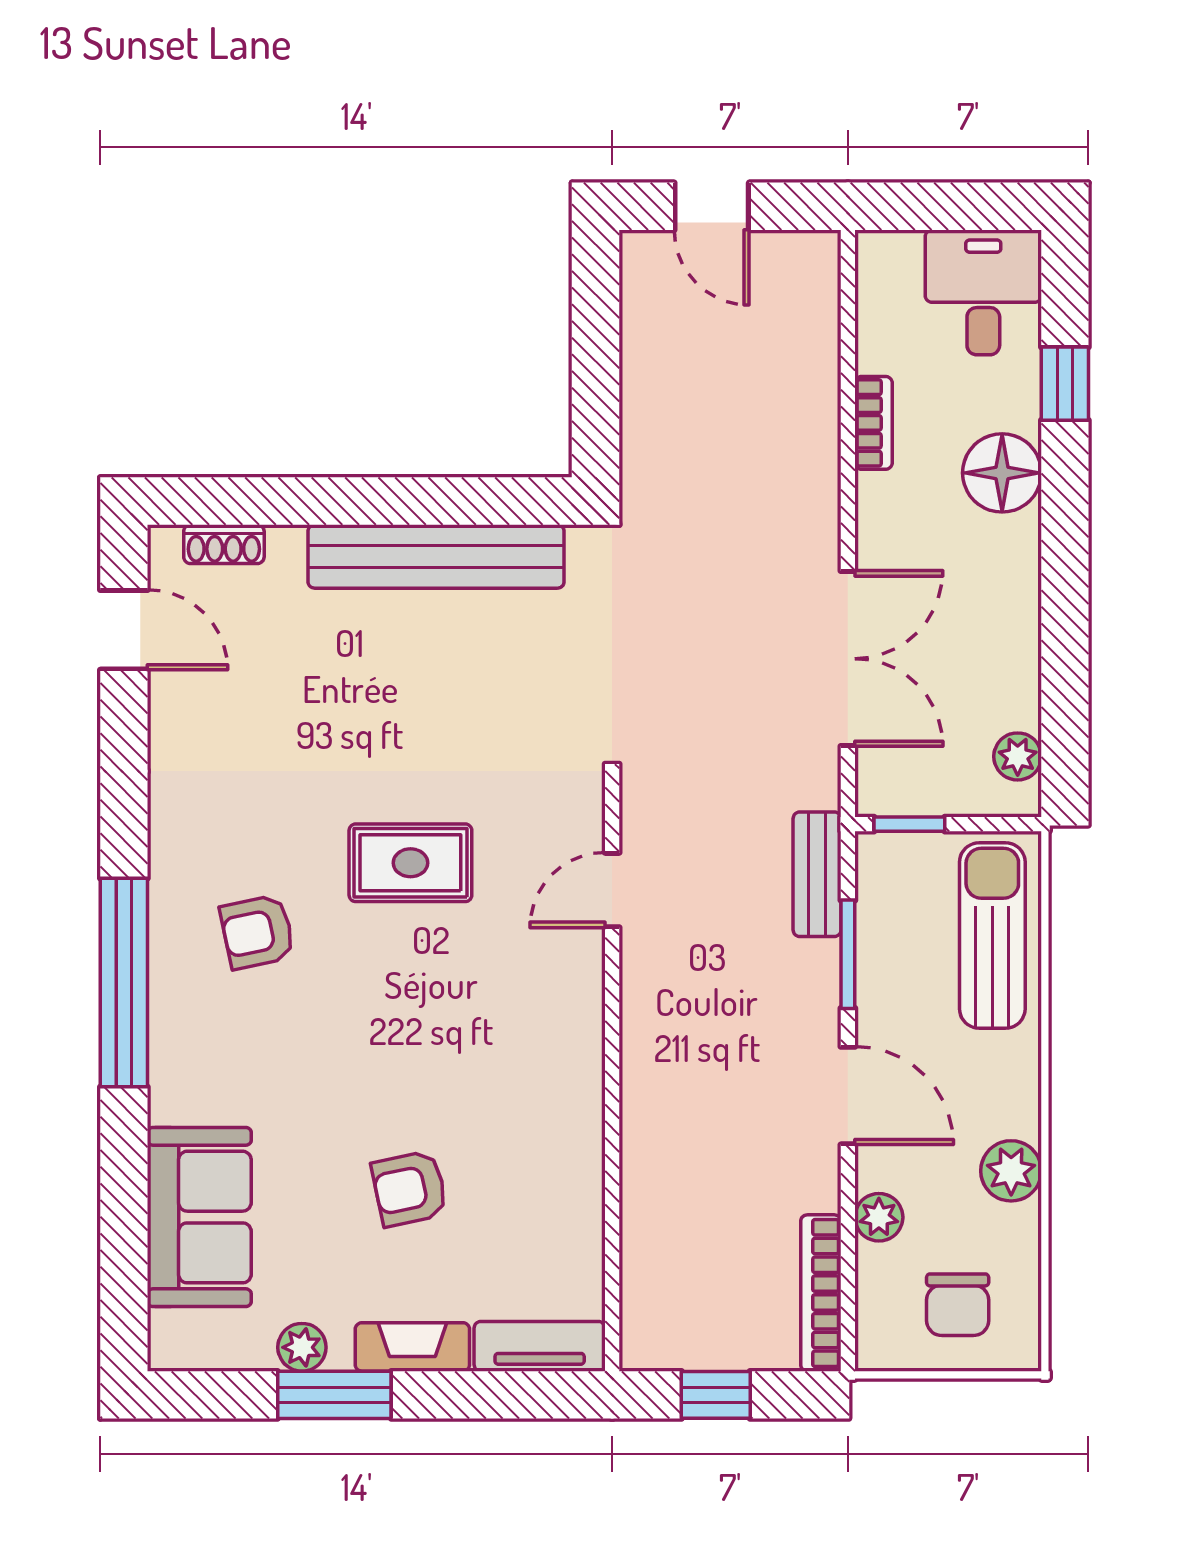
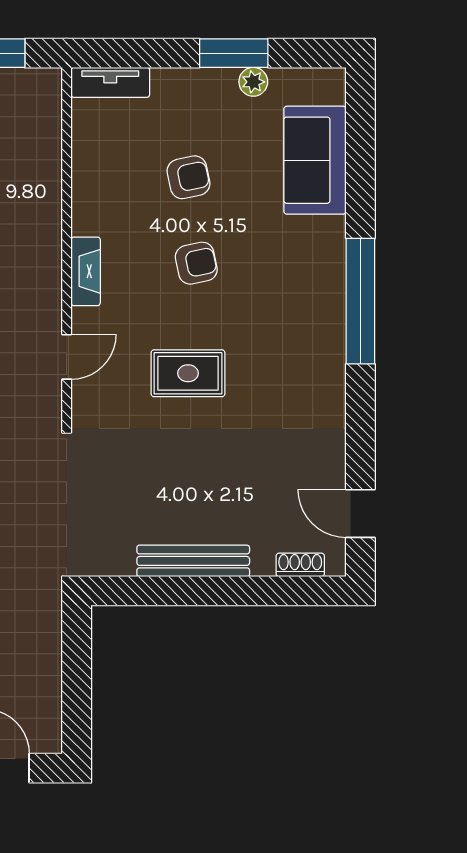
bench: (436, 556) -> (193, 561), width x0.73, depth x0.82
armchair: (257, 932) -> (196, 263), moved
fireplace: (412, 1347) -> (86, 271), moved, turned -90

